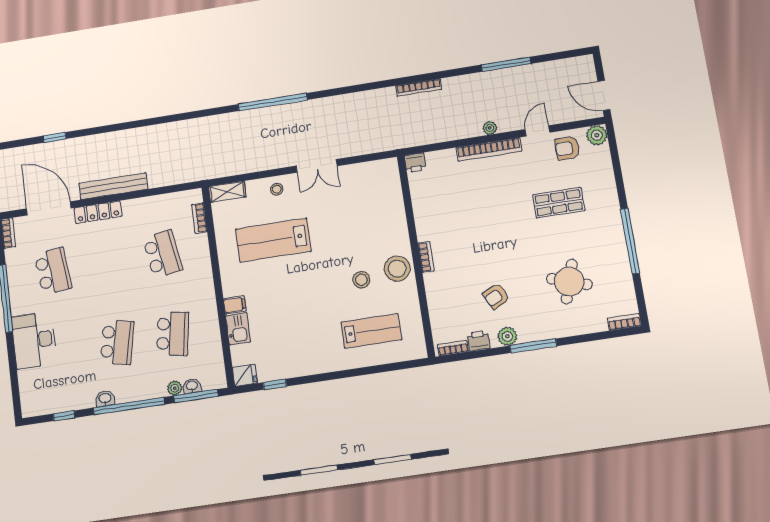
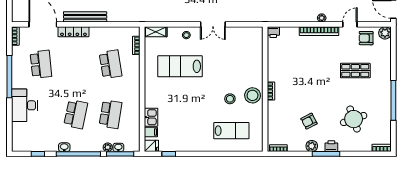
round table: (569, 282) -> (354, 119), turned -37
filing cabinet: (235, 305) -> (151, 132), moved
printer: (478, 341) -> (331, 146), moved

